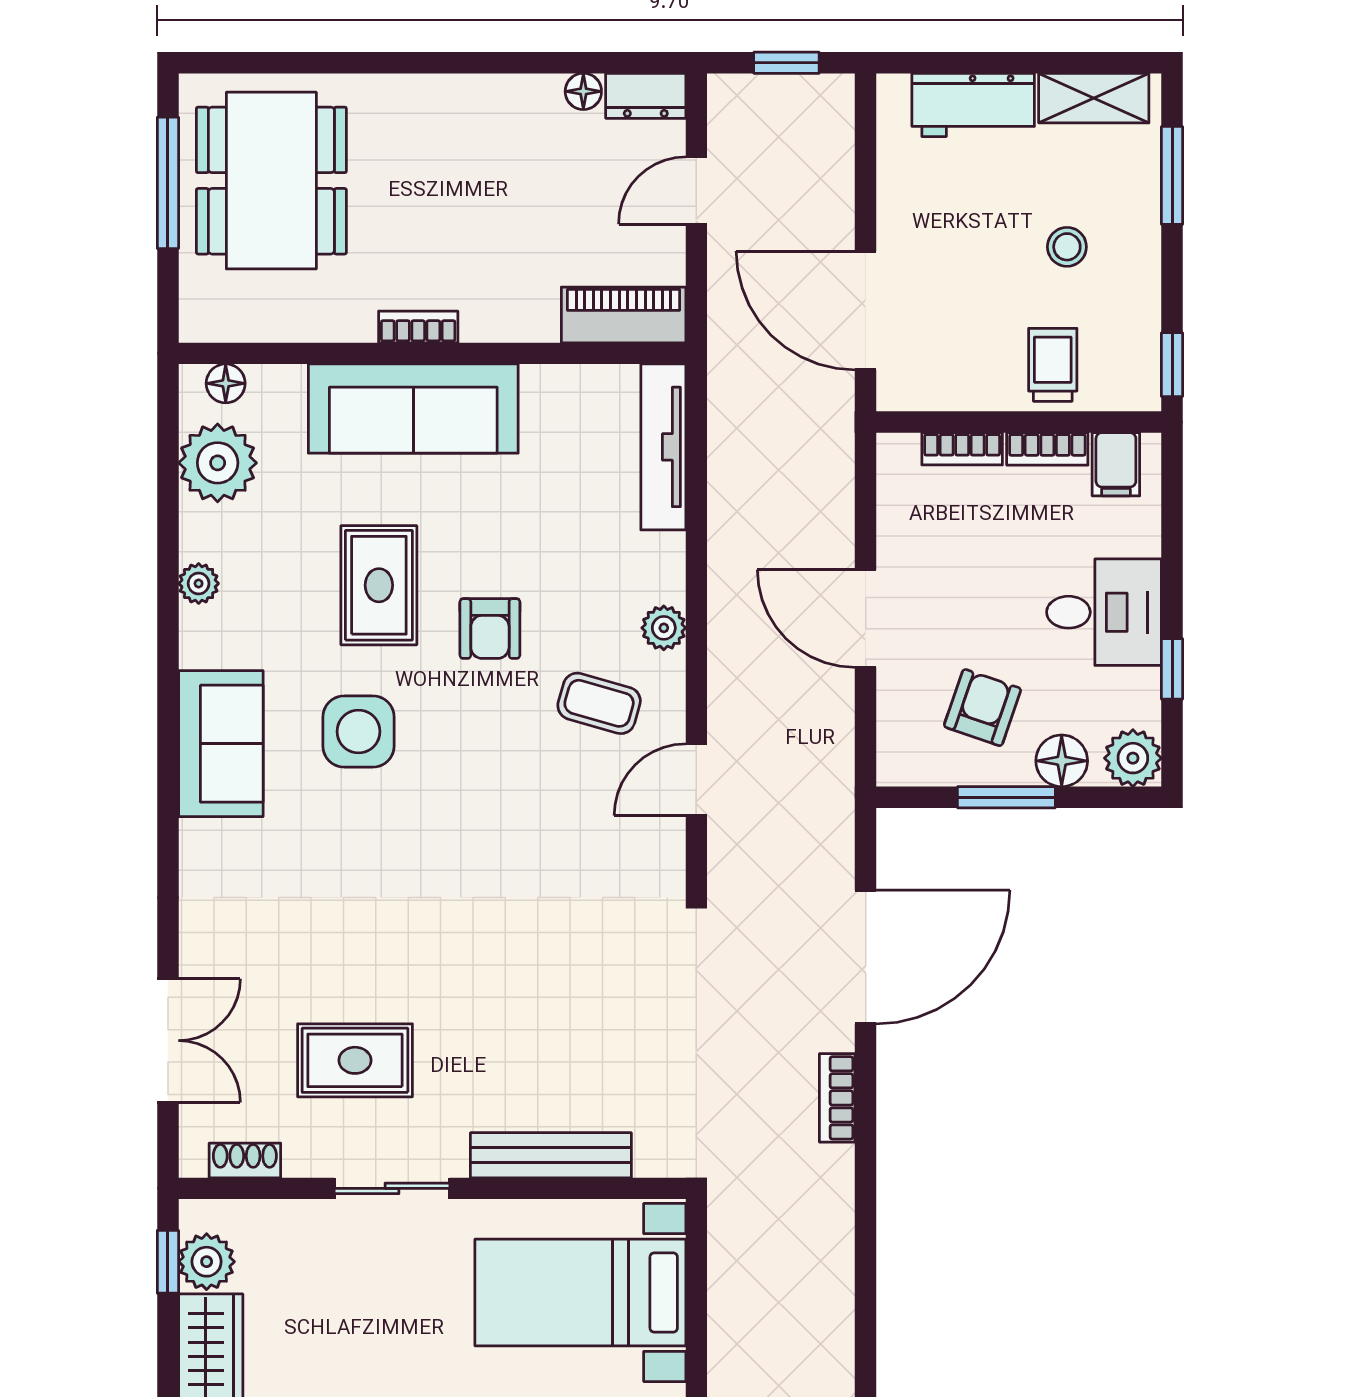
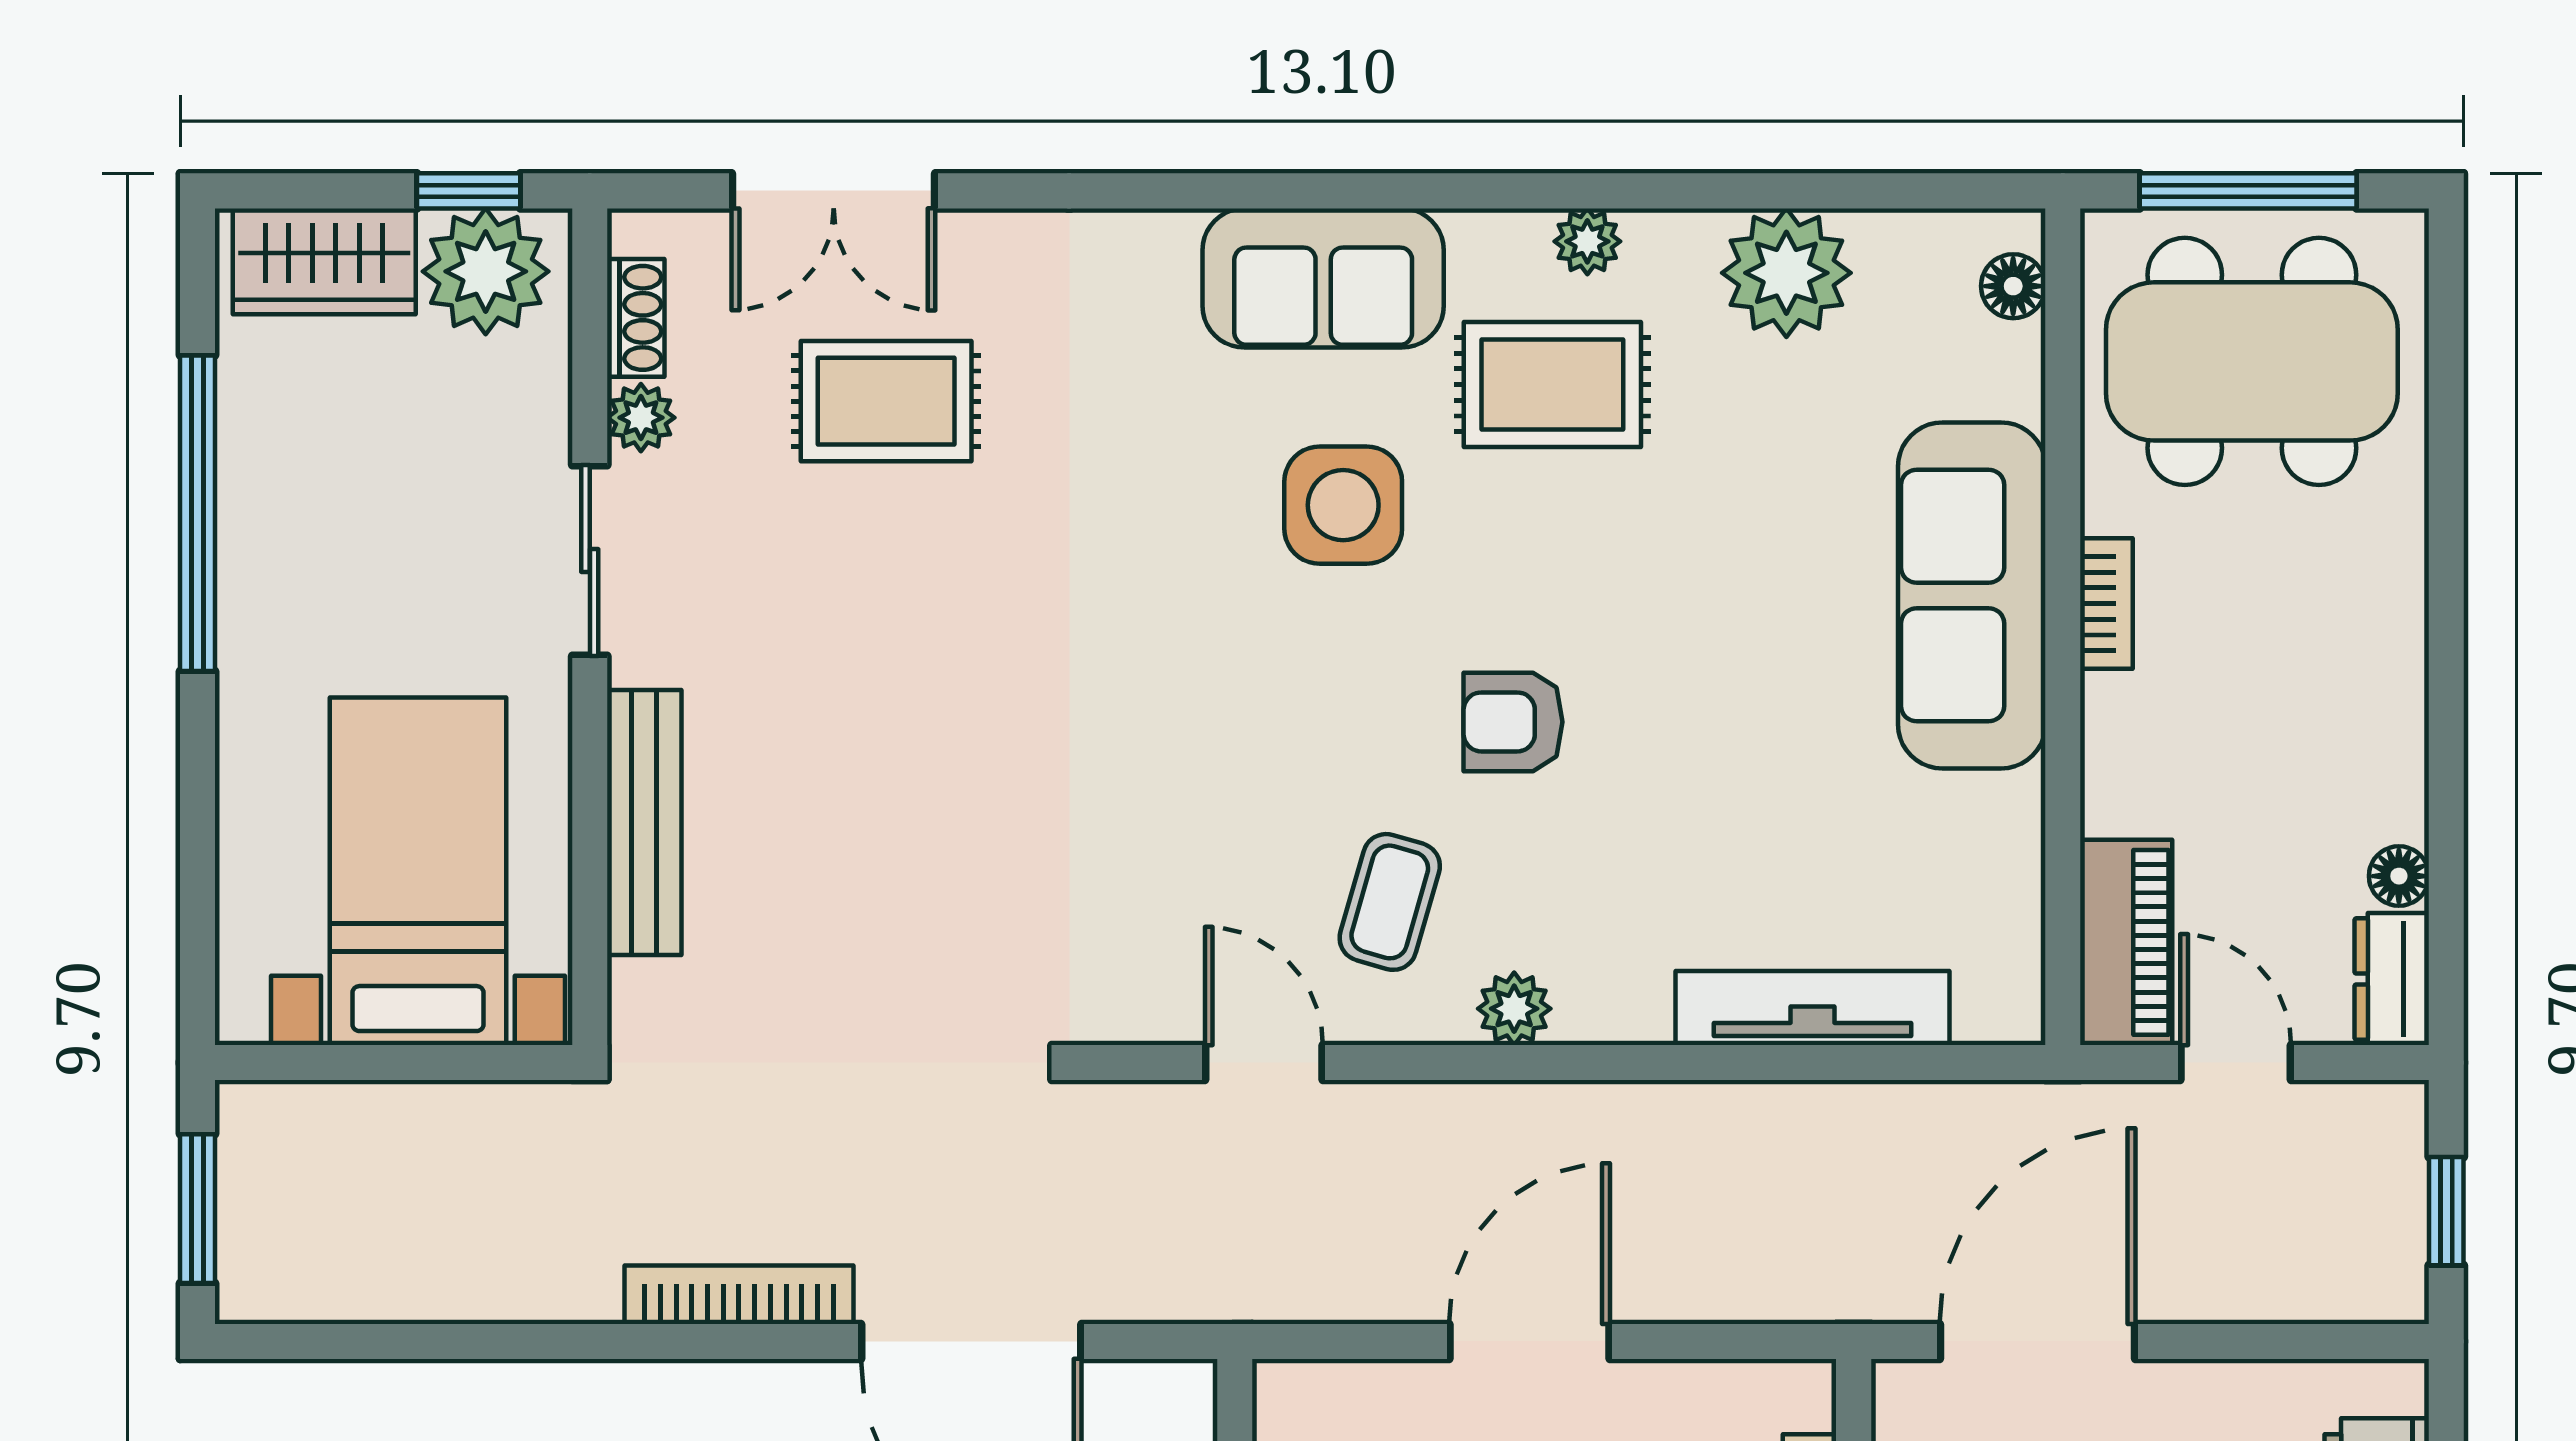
piano: (624, 315) -> (2126, 942), moved
bookcase: (418, 327) -> (2106, 604), moved
wall: (432, 353) -> (2063, 627), moved
floor lamp: (226, 383) -> (2013, 286), moved
sofa: (413, 409) -> (1972, 595), moved
rug: (379, 585) -> (1552, 385), moved
rug: (355, 1060) -> (886, 401), moved, turned 90
bookcase: (837, 1098) -> (739, 1295), width x1.56
plant: (305, 1157) -> (641, 418), added
plant: (207, 1262) -> (486, 271), width x1.36, depth x1.36

